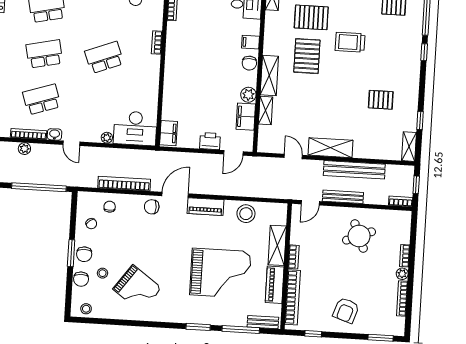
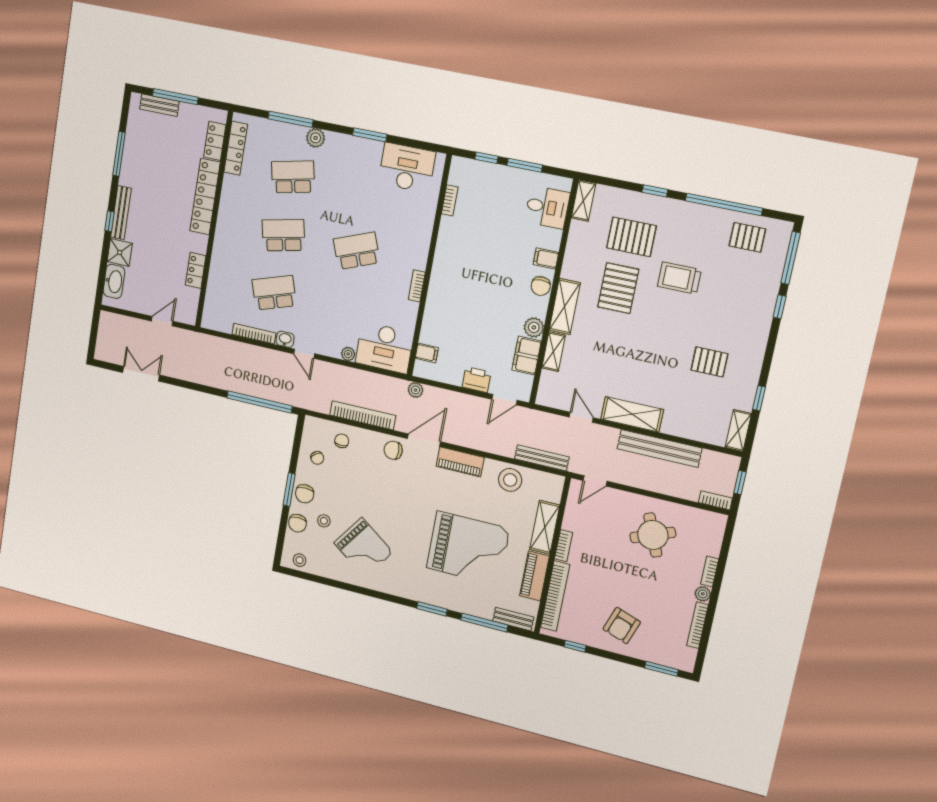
bookcase: (157, 42) -> (417, 286), moved
filing cabinet: (168, 133) -> (427, 353), width x0.50
plant: (24, 149) -> (416, 390), moved
bench: (343, 197) -> (542, 458), moved

